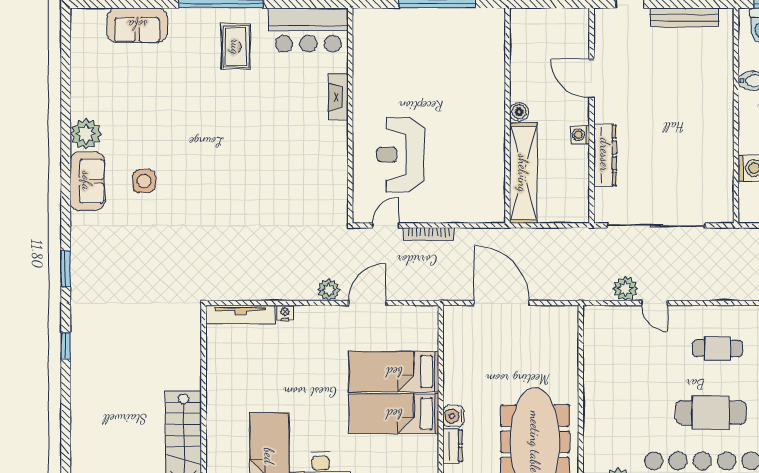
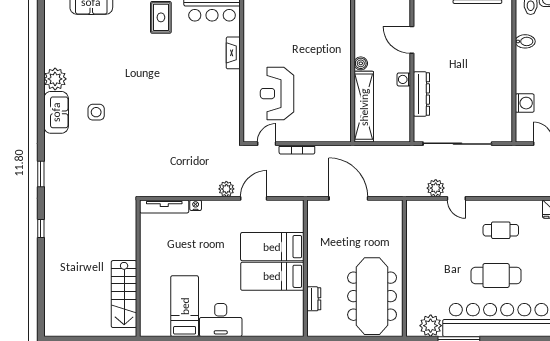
water cooler: (453, 416) -> (314, 278), removed

